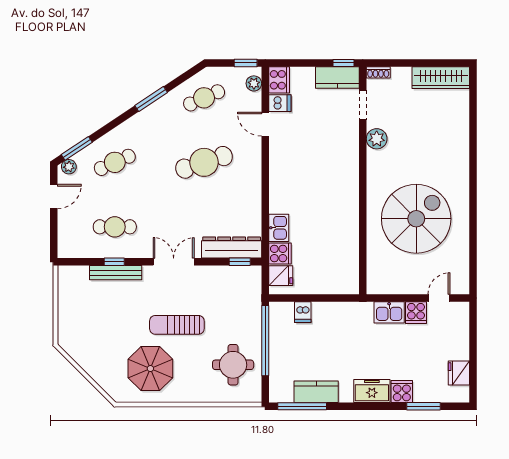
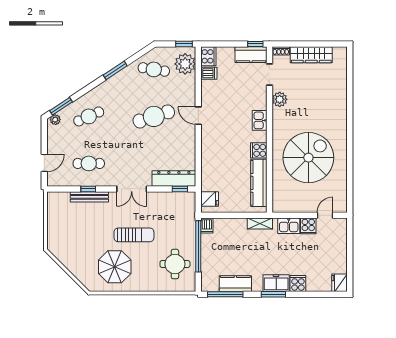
wardrobe: (441, 78) -> (311, 55), moved
plant: (254, 83) -> (185, 64), width x1.87, depth x1.87
cafe table: (204, 98) -> (154, 69), turned 33
door: (265, 124) -> (198, 116), moved
door: (54, 197) -> (44, 163), moved
kitchen sink: (279, 228) -> (260, 120), moved, turned 180
kitchen counter: (348, 253) -> (259, 183), added
cooker: (280, 254) -> (259, 150), moved, turned 180
double door: (174, 262) -> (132, 189), swing flipped
shelving: (350, 309) -> (260, 224), added
dishwasher: (303, 312) -> (207, 226), moved
sun lounger: (177, 325) -> (134, 235), turned 180
fridge: (459, 373) -> (340, 283), moved
window: (423, 406) -> (273, 294), moved

